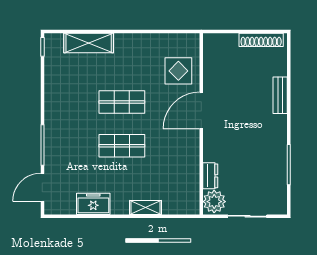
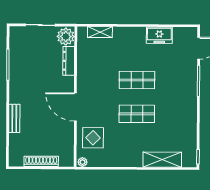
plant: (192, 39) -> (82, 162), added
shoe rack: (261, 40) -> (41, 161), moved
door: (201, 110) -> (75, 107), swing flipped
dresser: (210, 176) -> (69, 61), width x1.44
shelving: (145, 207) -> (100, 32), moved

